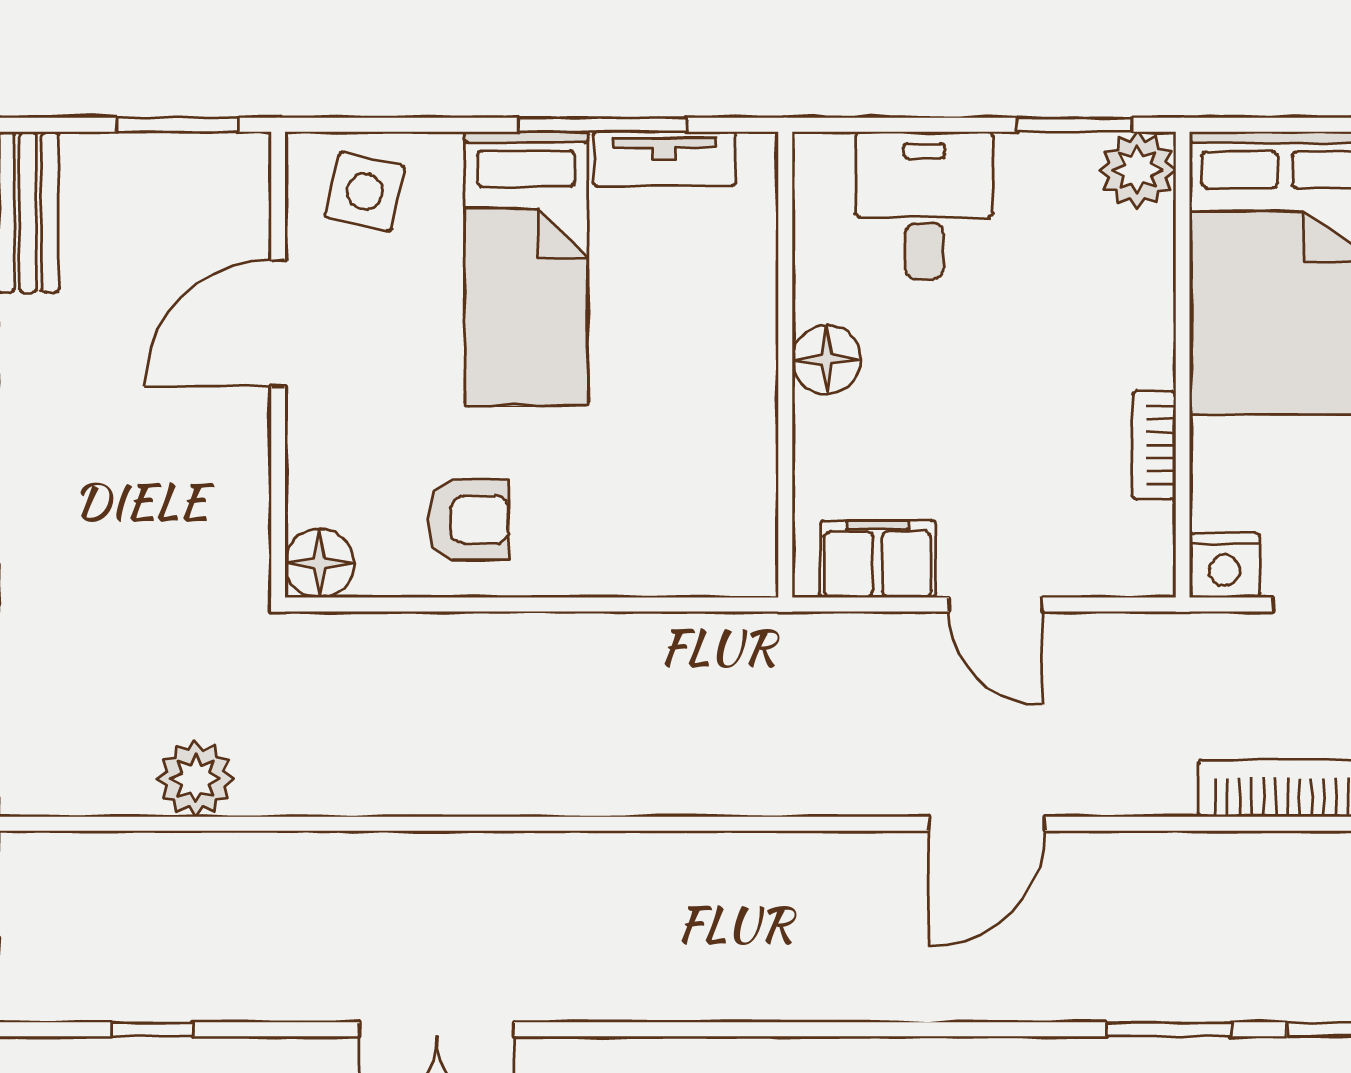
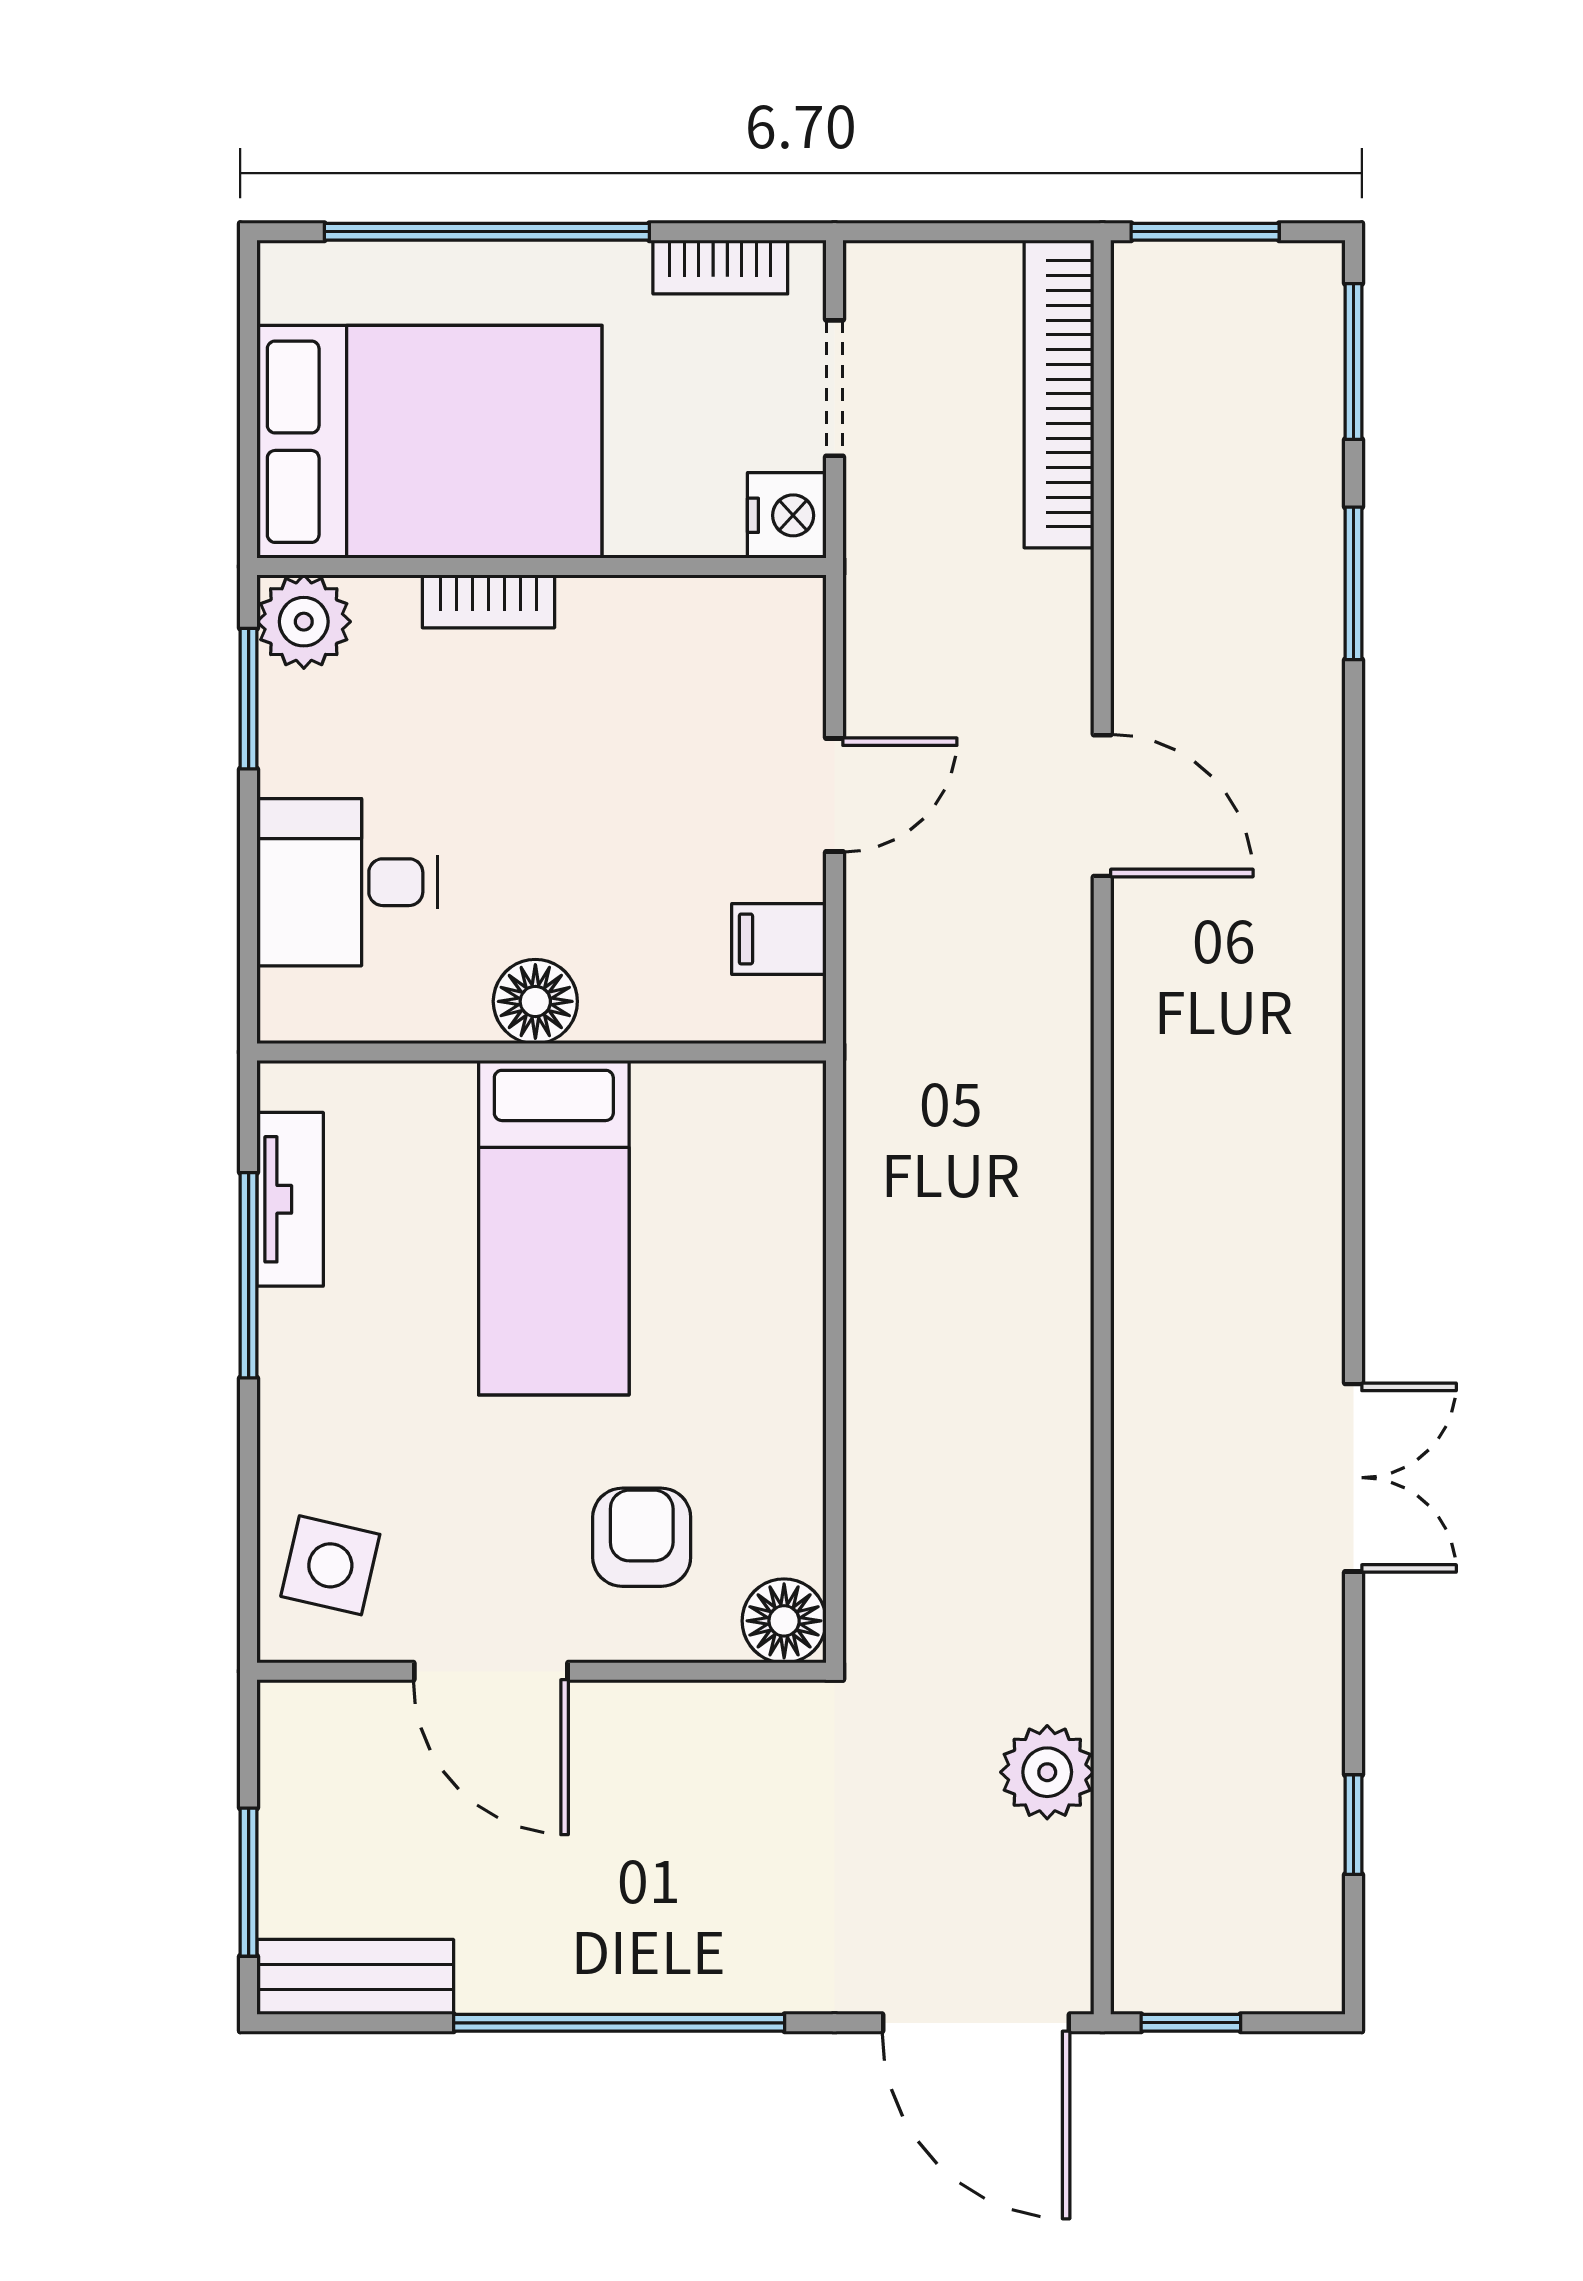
window: (177, 125) -> (249, 1882), moved
bed: (526, 269) -> (554, 1228), moved, turned 90
bookcase: (1154, 445) -> (488, 601), moved
armchair: (468, 520) -> (642, 1537), moved
filing cabinet: (878, 559) -> (779, 939), width x0.50

